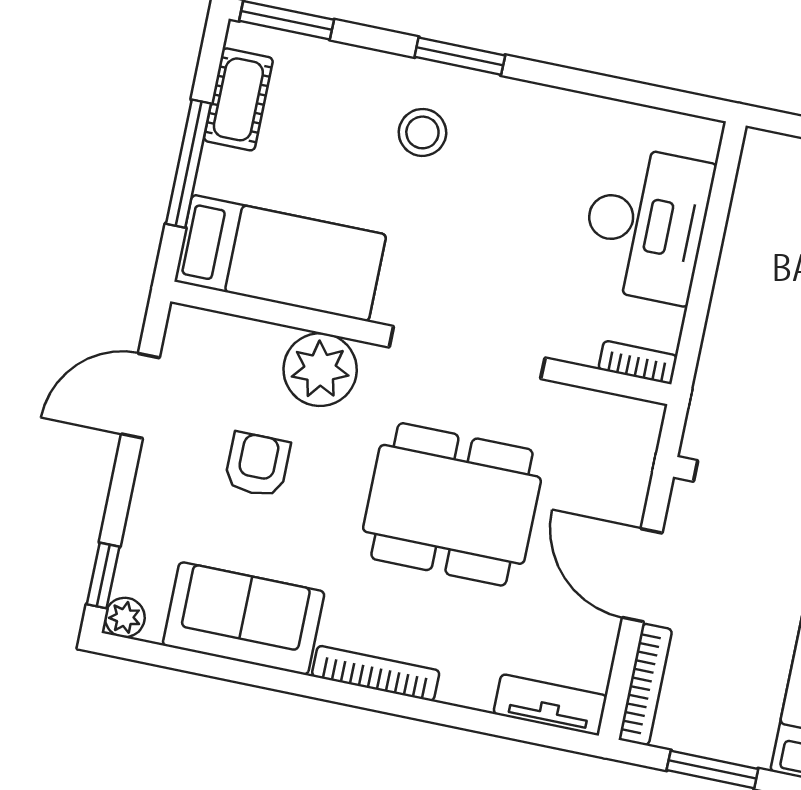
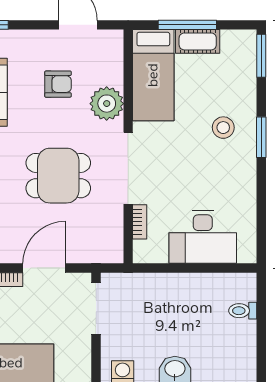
cot: (238, 99) -> (198, 41), moved
bookcase: (638, 362) -> (140, 222), moved
dining table: (452, 504) -> (58, 176), width x0.73

